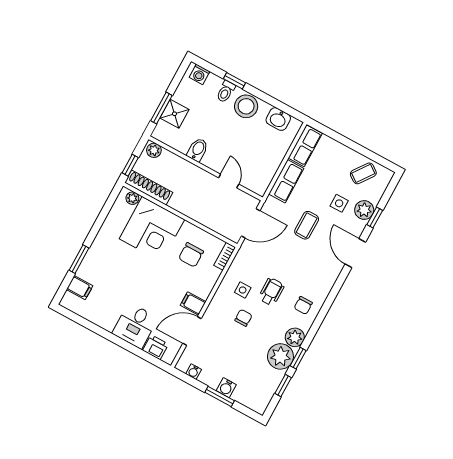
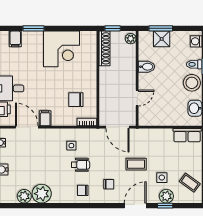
row of seats: (286, 181) -> (157, 135), removed
plant: (132, 198) -> (92, 42), removed
corner desk: (152, 229) -> (61, 49), moved, turned -90
chair: (243, 318) -> (109, 184), moved
plant: (295, 337) -> (24, 196), moved
window: (298, 358) -> (47, 206), removed
window: (283, 385) -> (24, 206), removed

